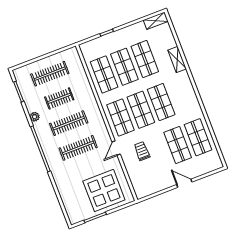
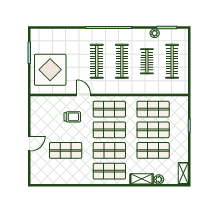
plant: (171, 42) -> (159, 179), added
plant: (35, 117) -> (155, 33), moved
shop shelf: (198, 137) -> (109, 171), moved

